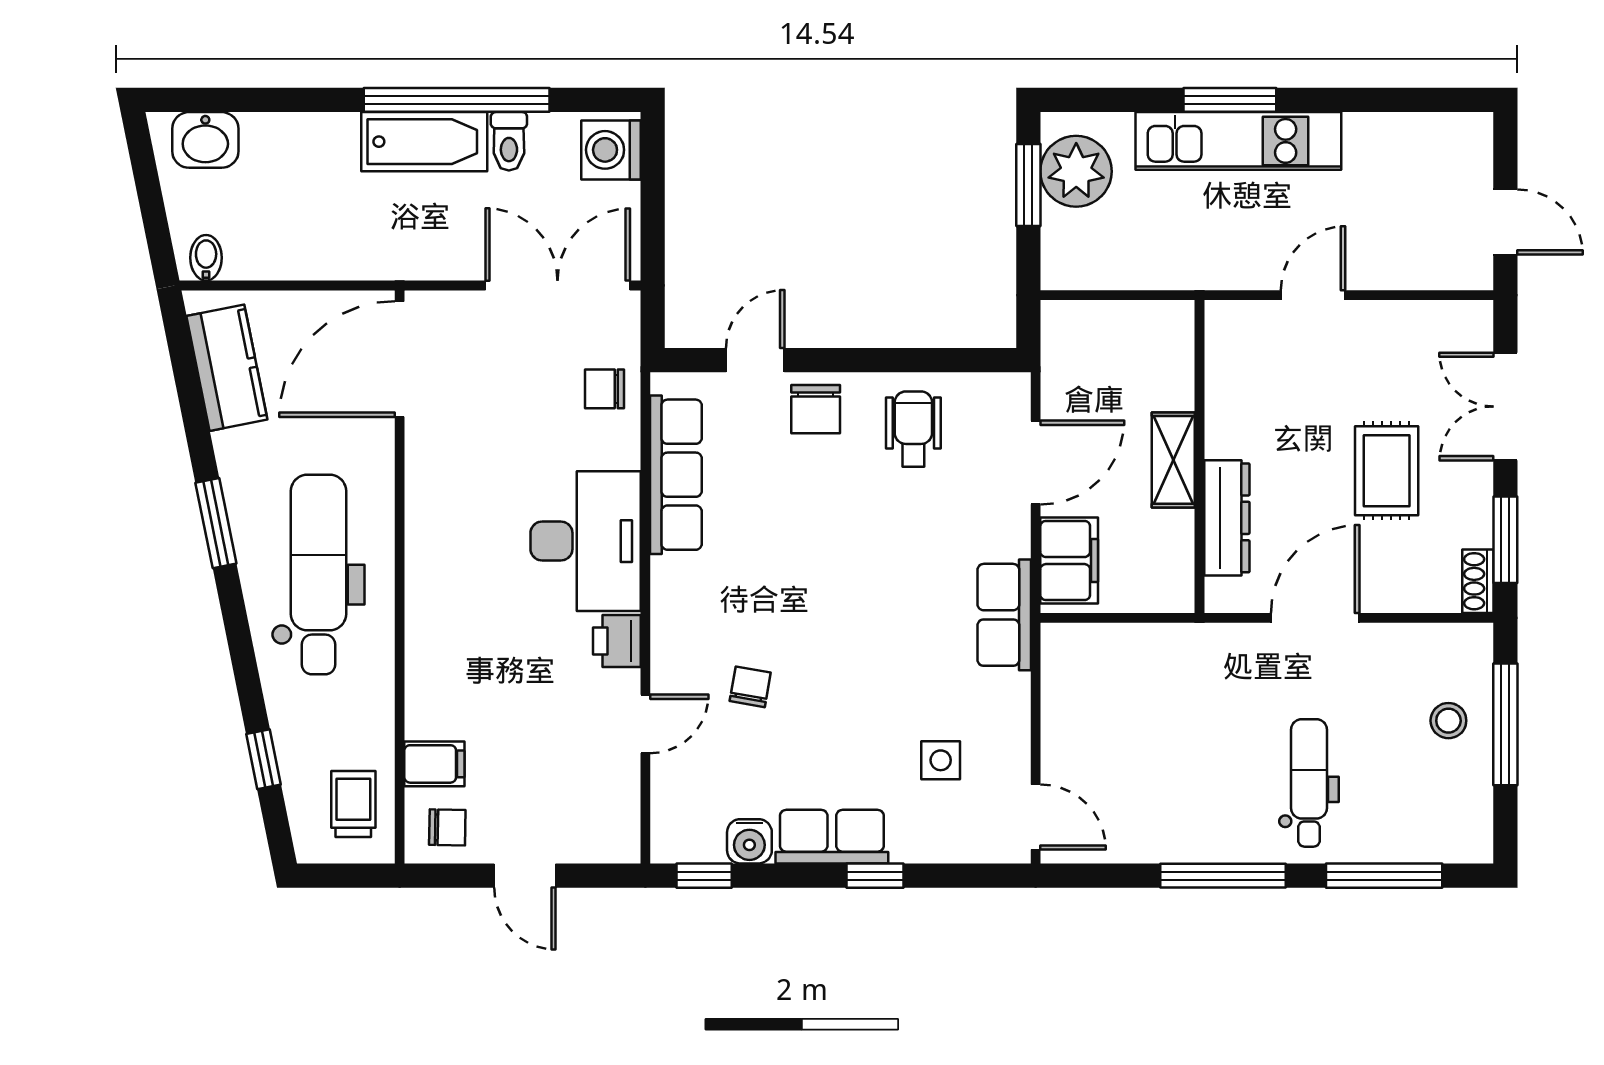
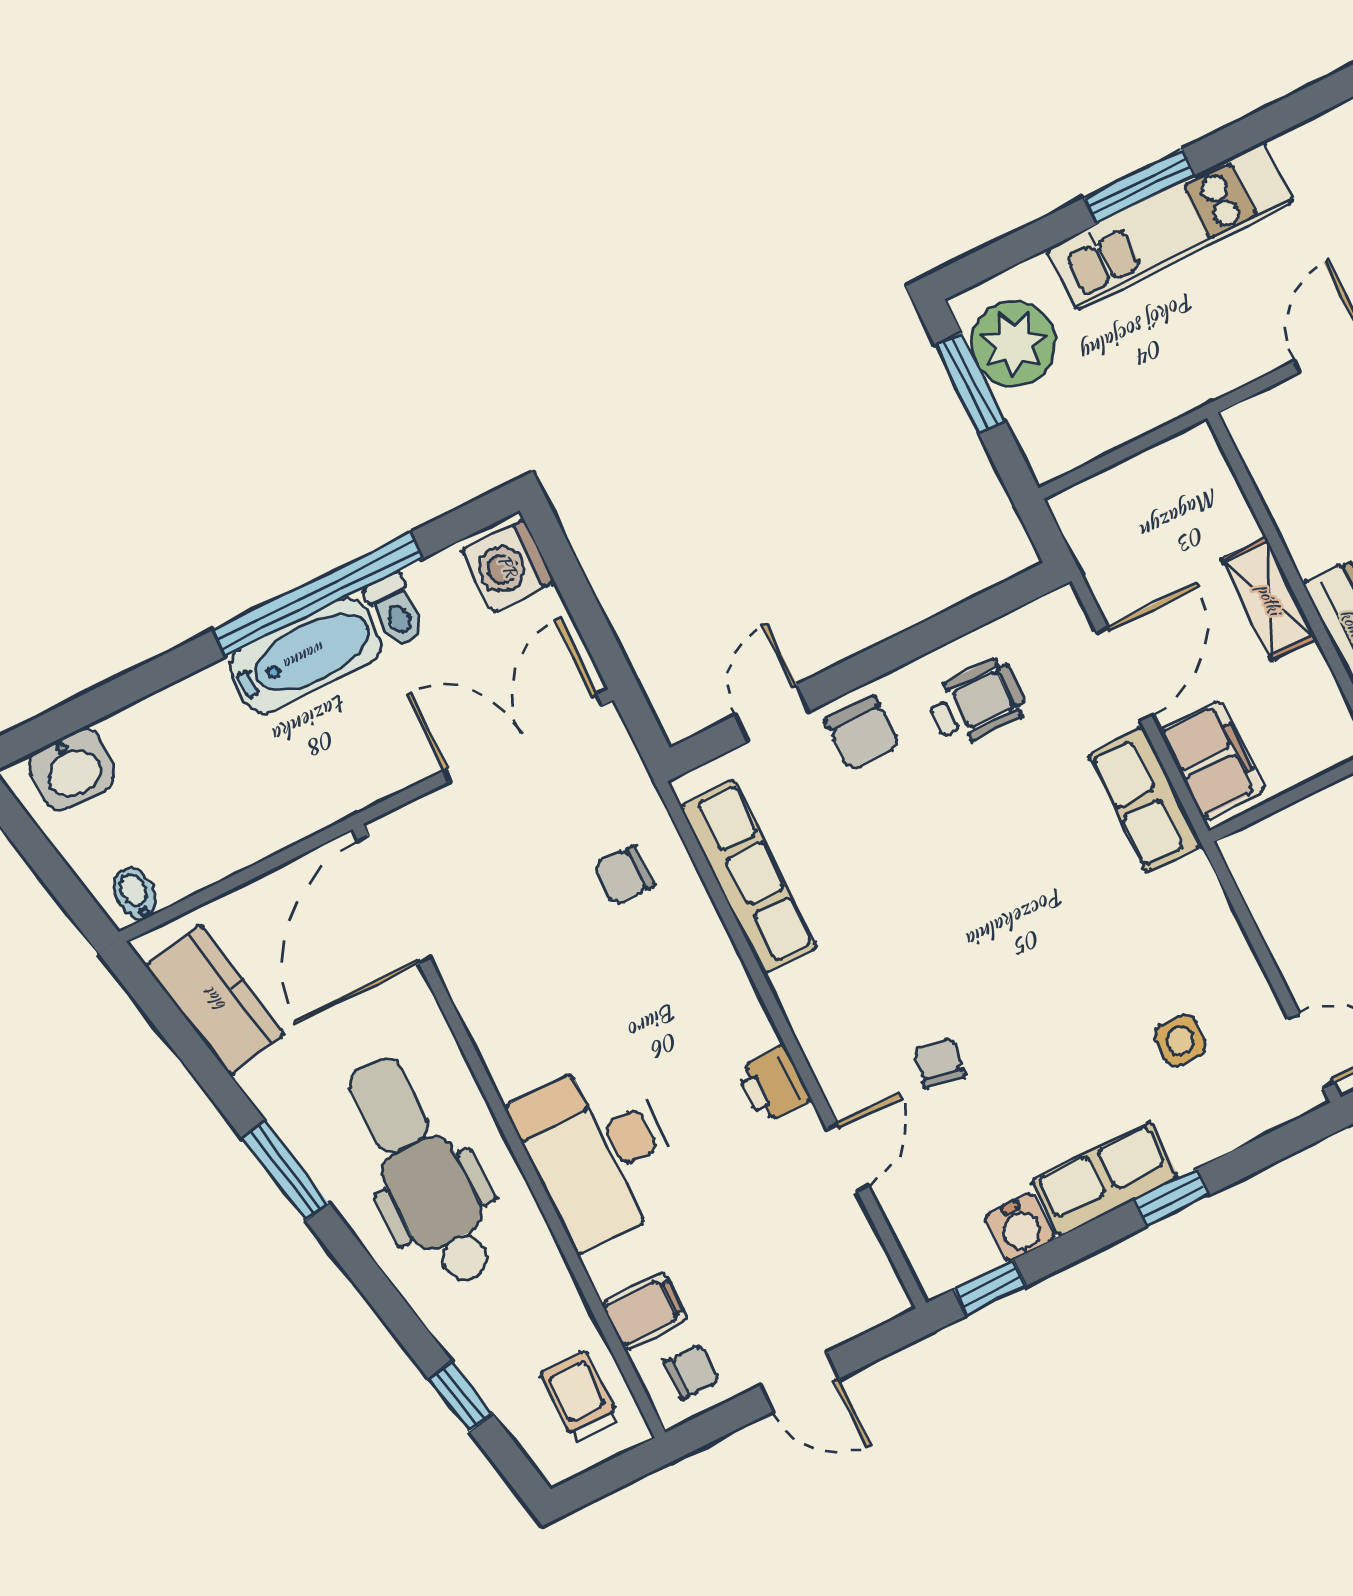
chair: (605, 389) -> (624, 875), moved
wheelchair: (913, 429) -> (977, 703), turned 90
desk: (586, 541) -> (599, 1153), moved, turned 180
row of seats: (1004, 615) -> (1145, 800), moved

